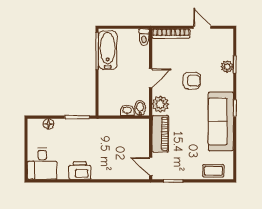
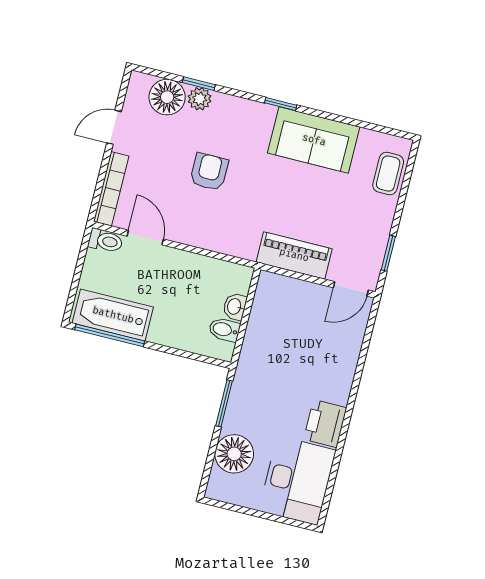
floor lamp: (224, 50) -> (167, 97), added
door: (151, 78) -> (145, 238), moved
plant: (160, 104) -> (238, 241), removed
bidet: (140, 108) -> (224, 330), moved
sofa: (221, 121) -> (314, 140), width x0.73
floor lamp: (48, 124) -> (234, 454), width x1.89, depth x1.89
desk: (42, 164) -> (297, 480), width x1.37

